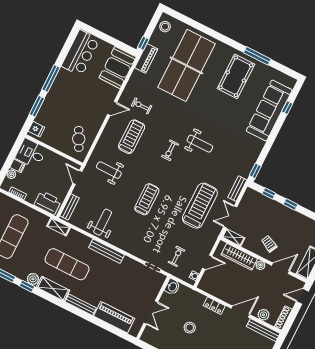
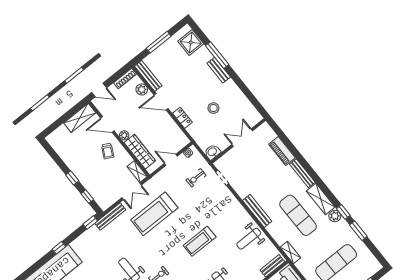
window: (287, 108) -> (59, 248), moved
bench: (237, 189) -> (110, 217), width x1.36
piano: (114, 317) -> (282, 151), width x0.73, depth x0.75

